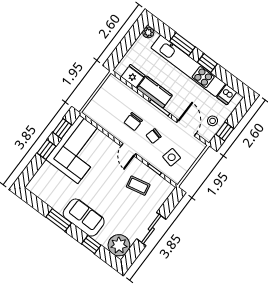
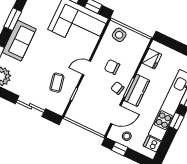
kitchen counter: (155, 92) -> (137, 90), moved
chair: (154, 136) -> (117, 88), moved
side table: (172, 157) -> (119, 35), moved
sliding door: (151, 229) -> (30, 106), moved

